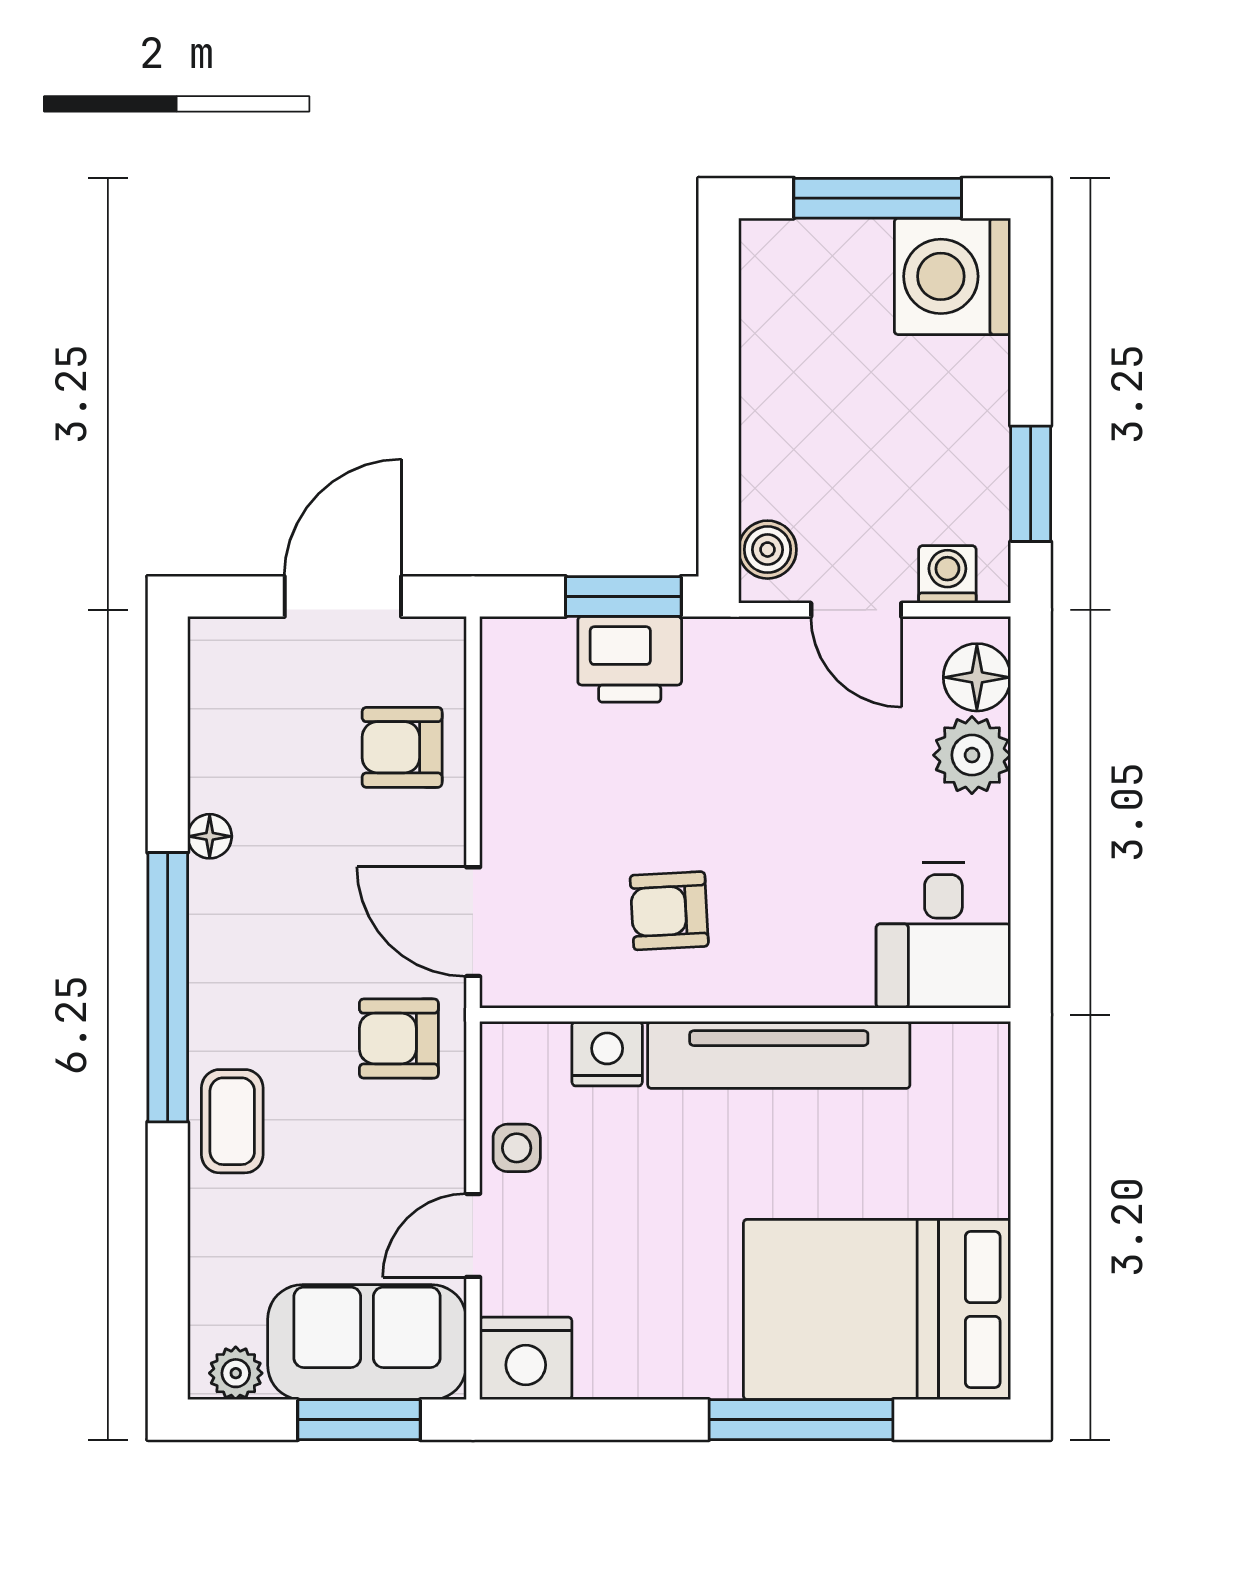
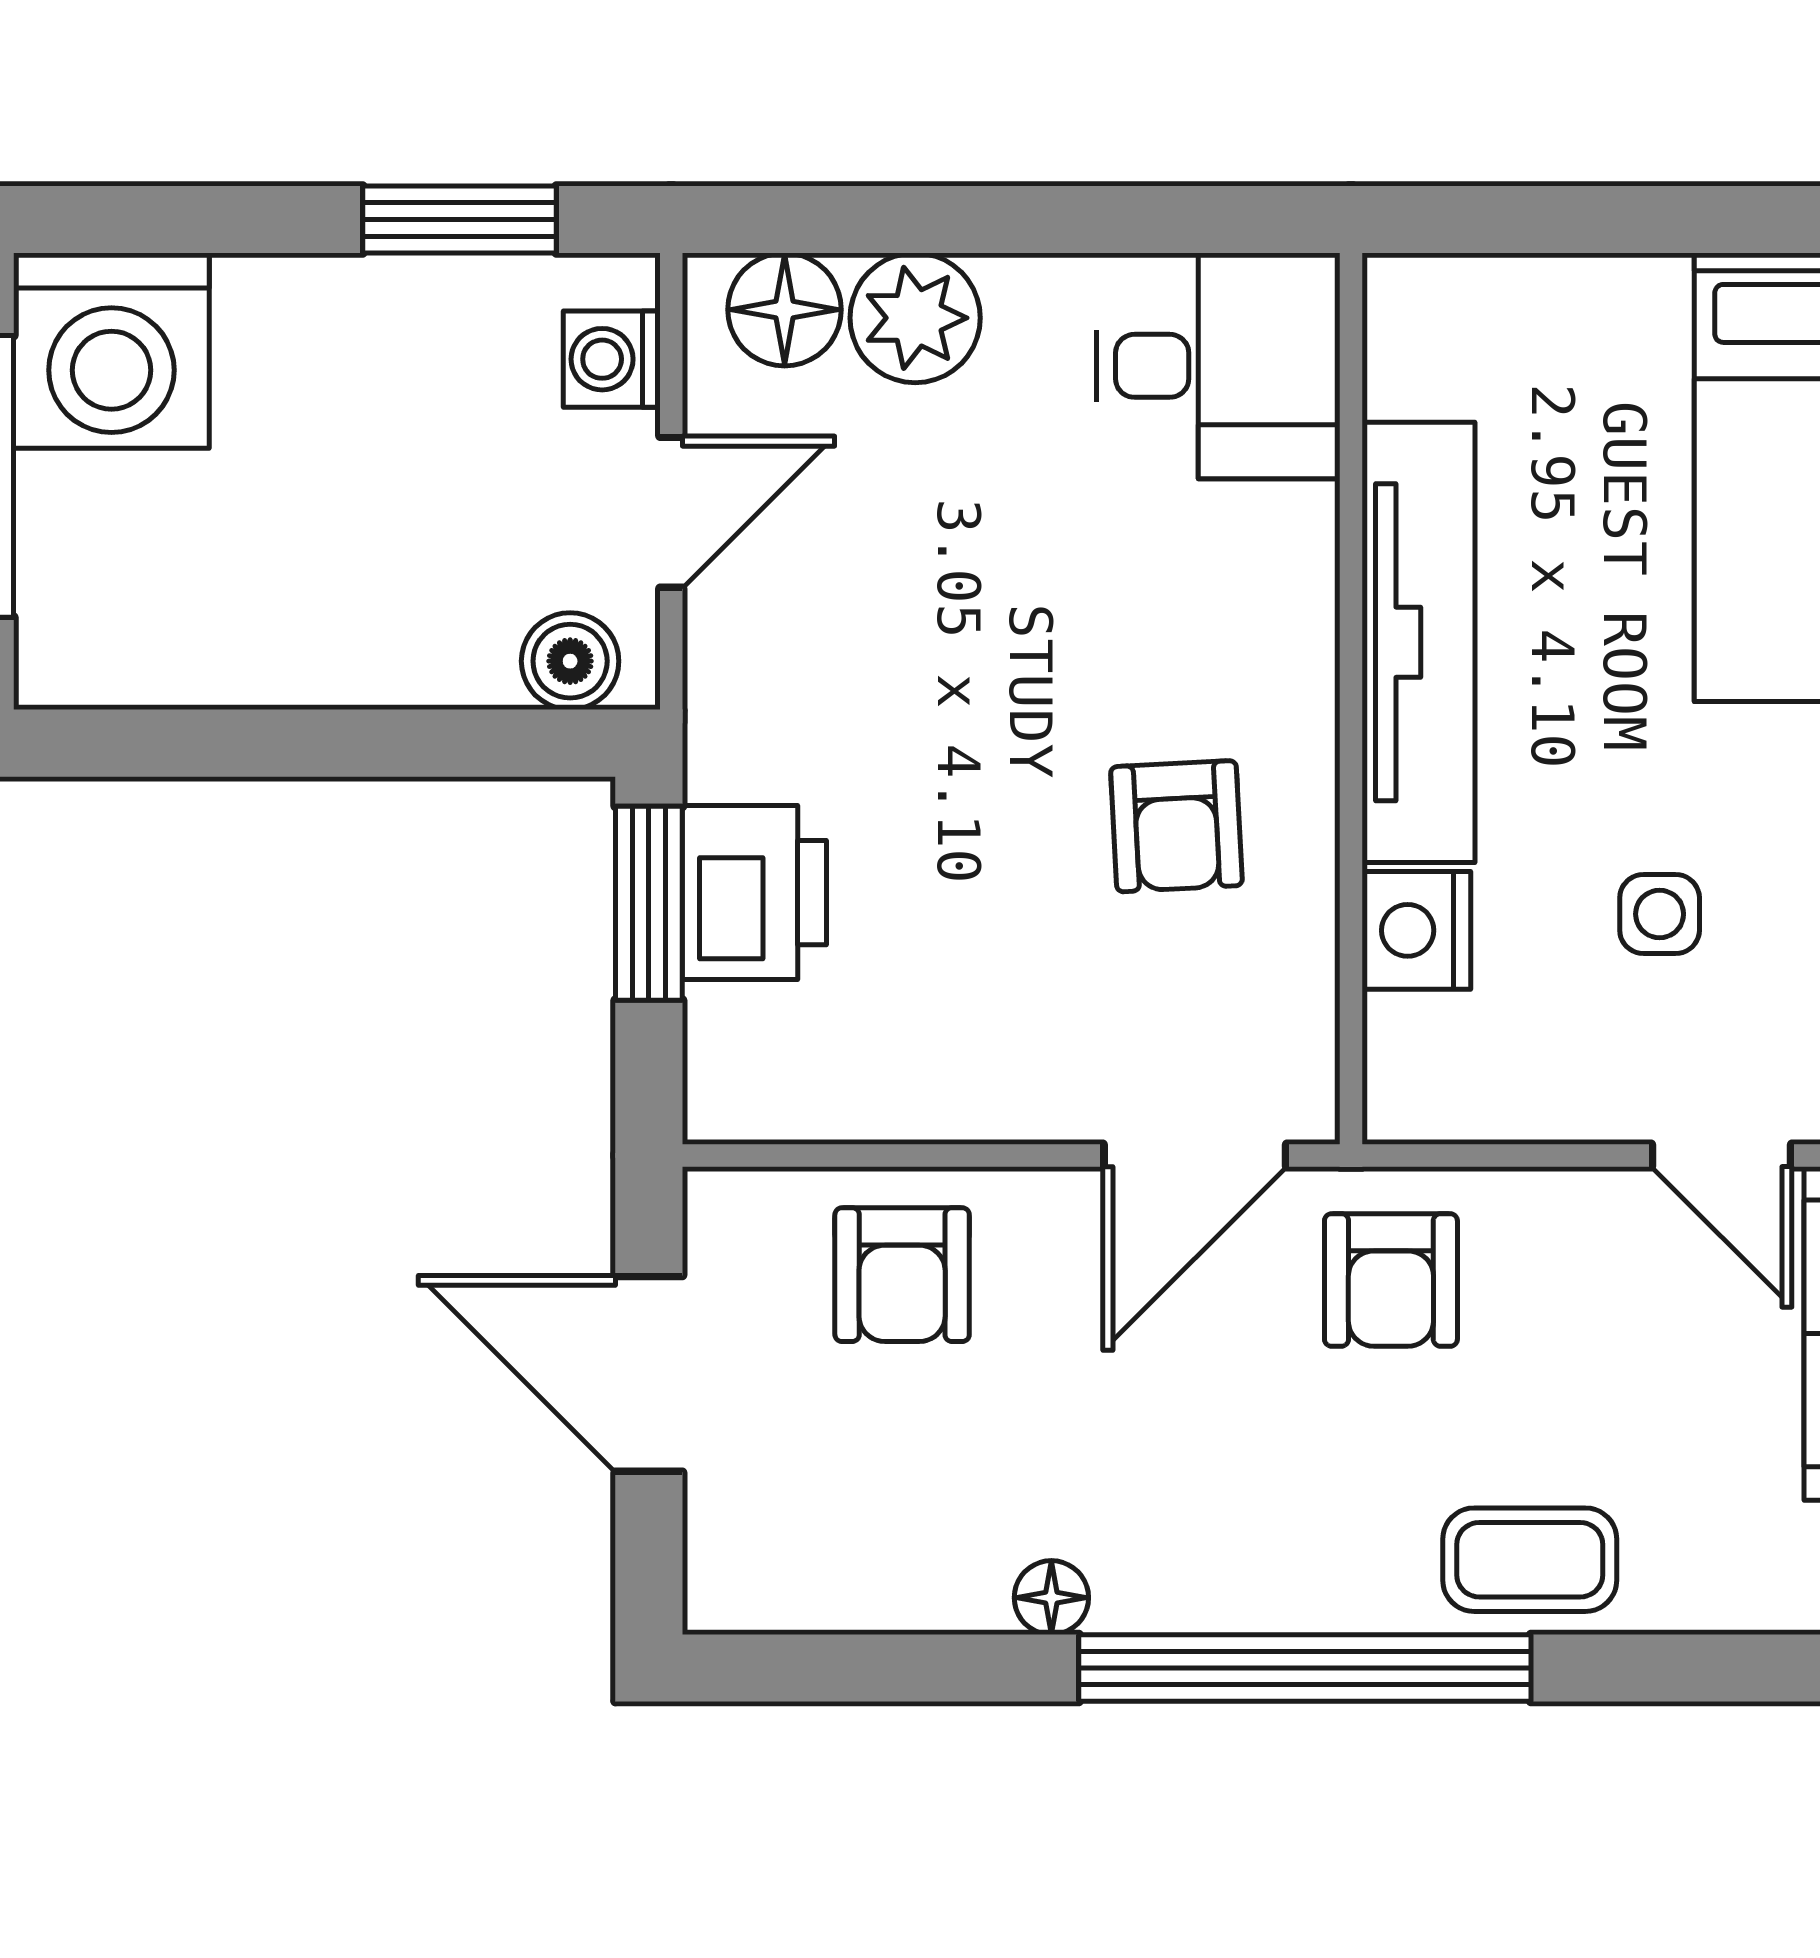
side table: (517, 1148) -> (1660, 914), moved

